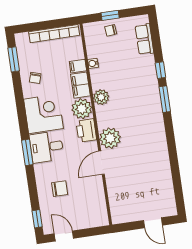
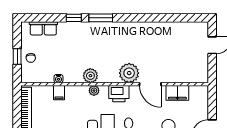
filing cabinet: (80, 85) -> (177, 93), moved
plant: (82, 109) -> (94, 91), width x0.53, depth x0.53

